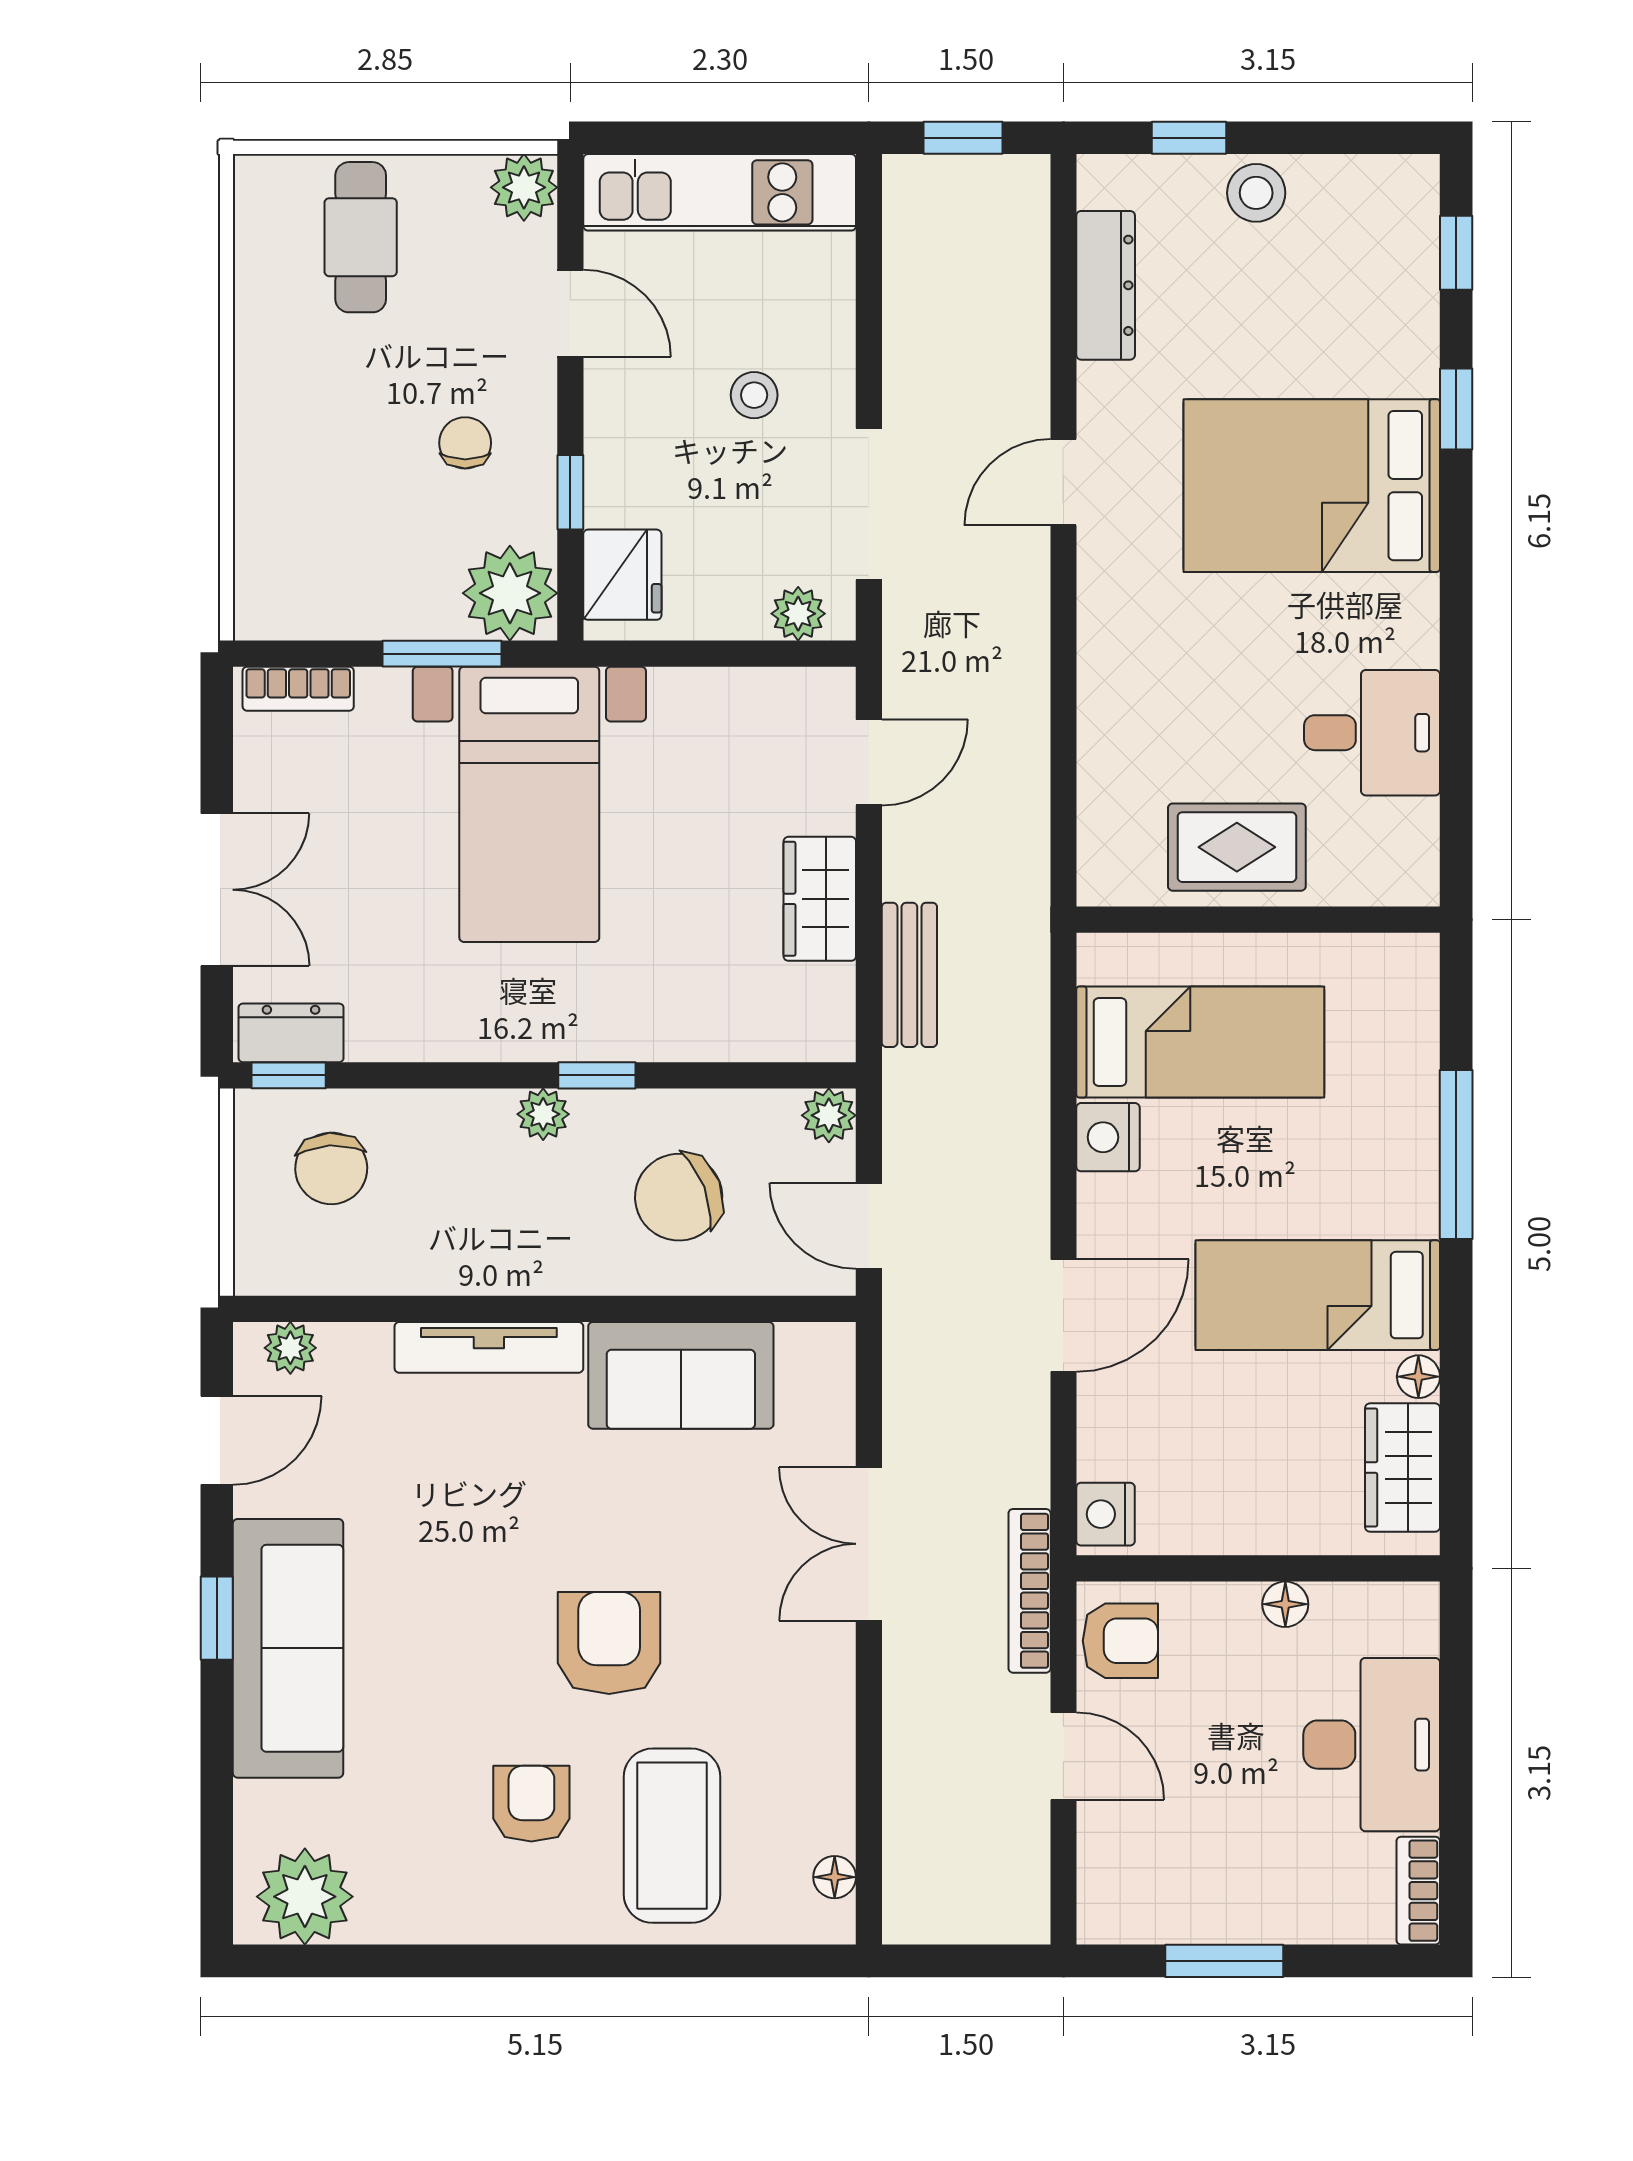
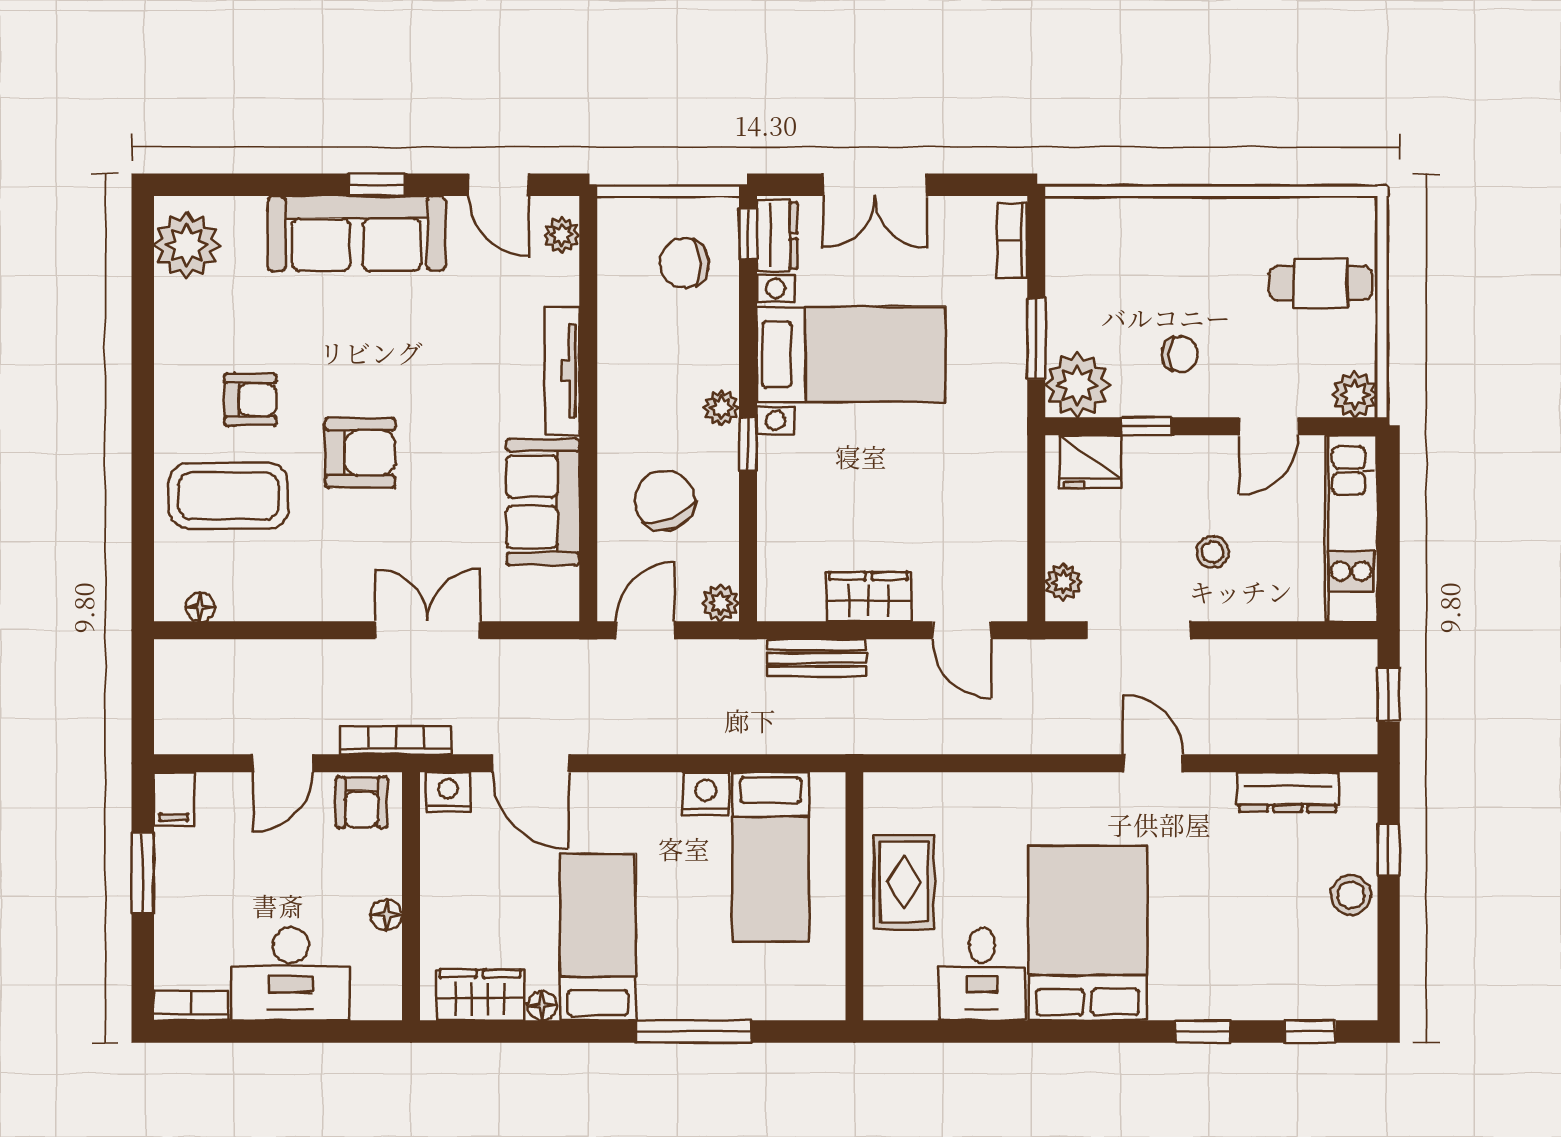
bed: (1312, 486) -> (1088, 933), moved
bed with nightstands: (529, 804) -> (851, 354), moved, turned 180
door: (1063, 1316) -> (530, 763), moved
filing cabinet: (1115, 1916) -> (174, 799), added

